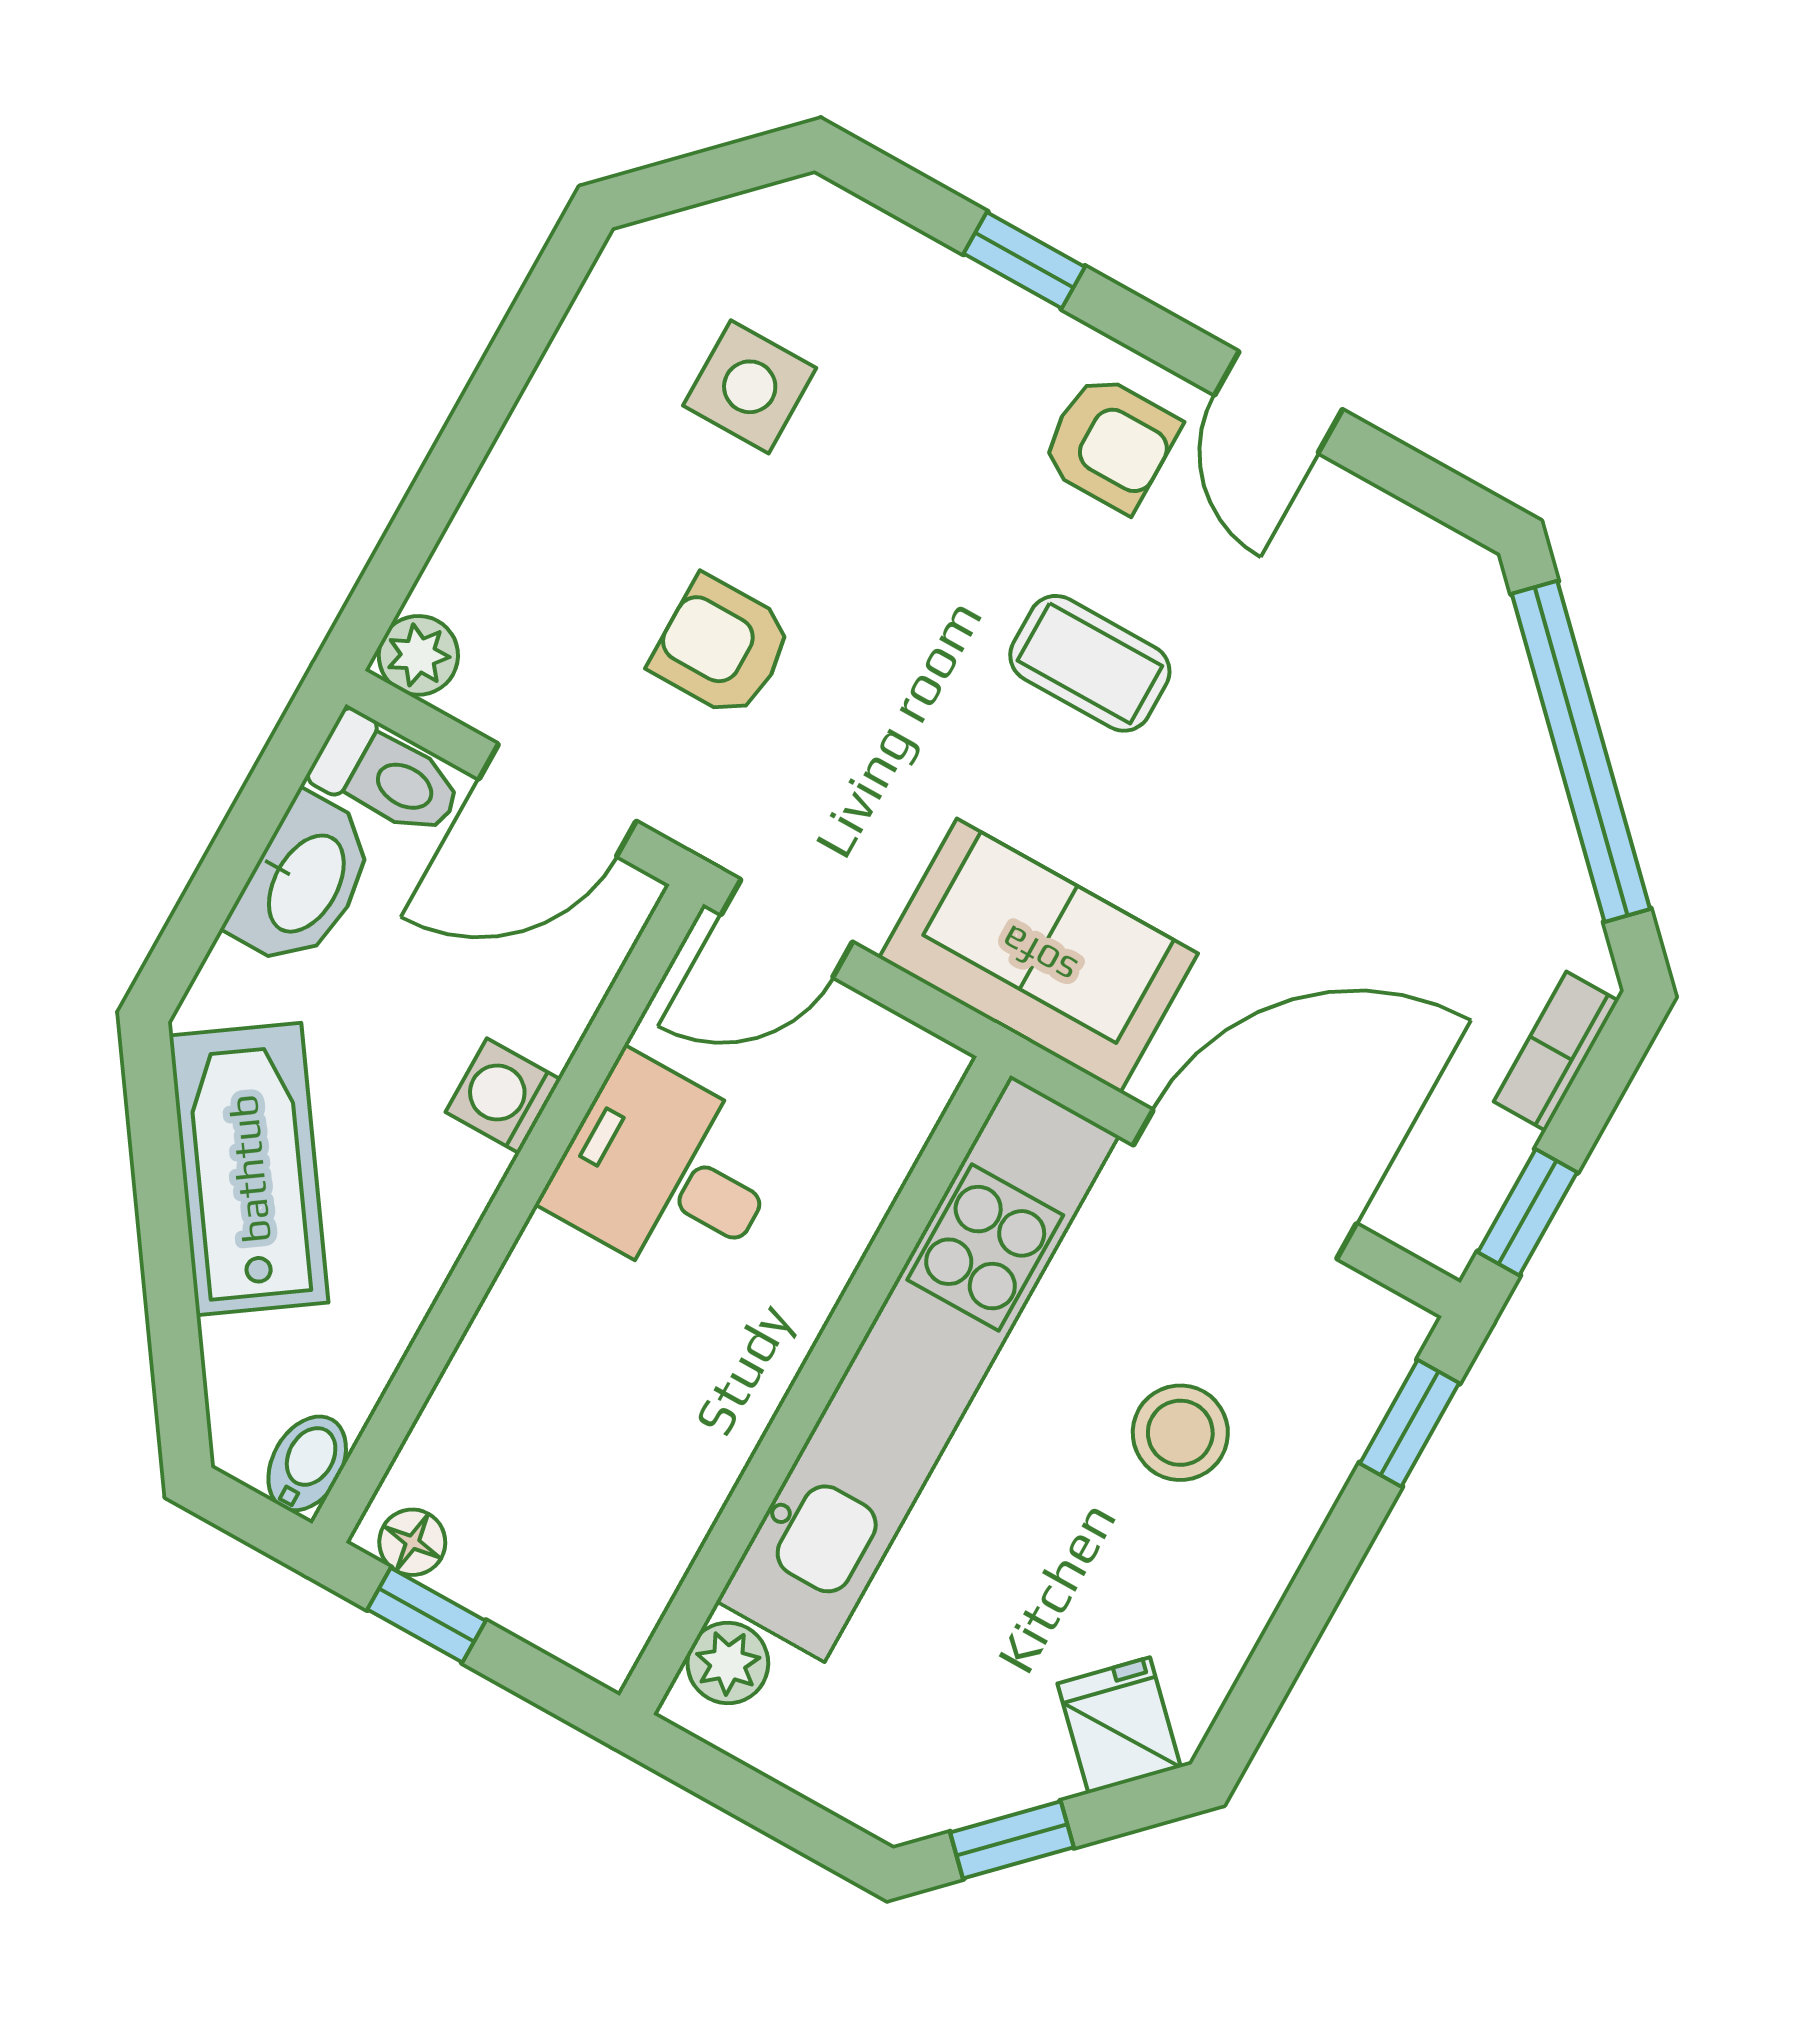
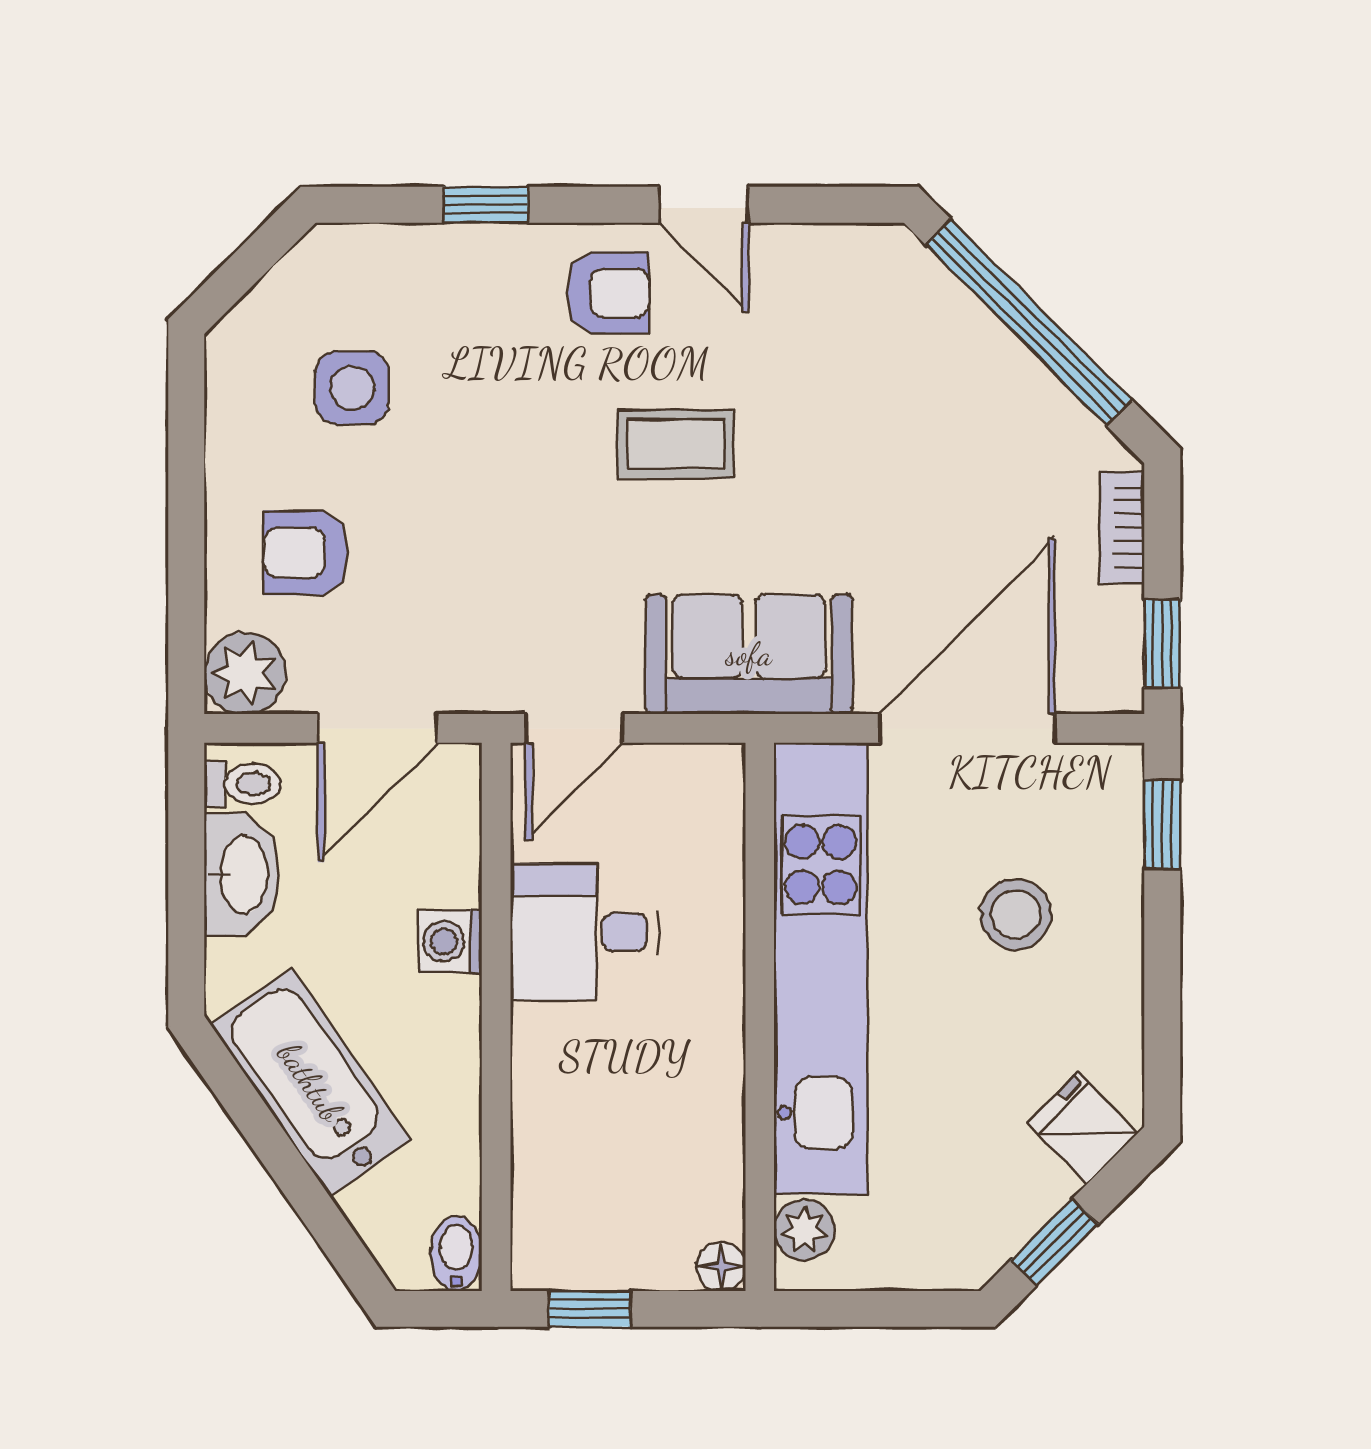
armchair: (722, 647) -> (306, 553), moved
plant: (418, 655) -> (245, 673), width x1.38, depth x1.38
toilet: (387, 776) -> (243, 784), width x0.73, depth x0.72
floor lamp: (412, 1542) -> (721, 1266), moved

